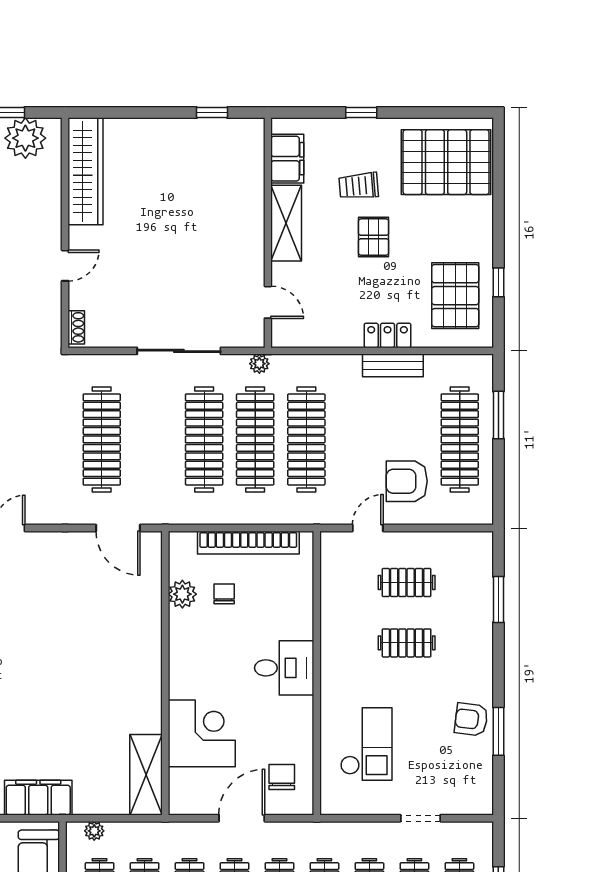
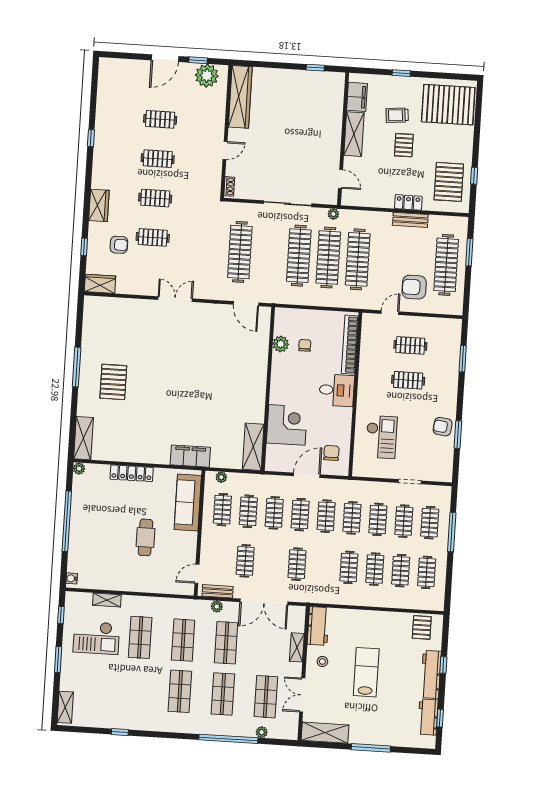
bookcase: (248, 543) -> (350, 345), moved, turned 90

